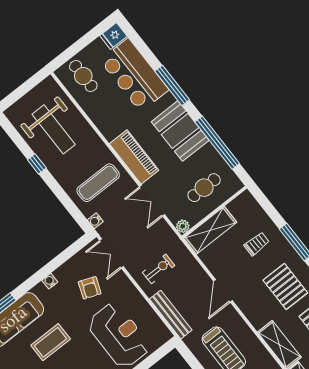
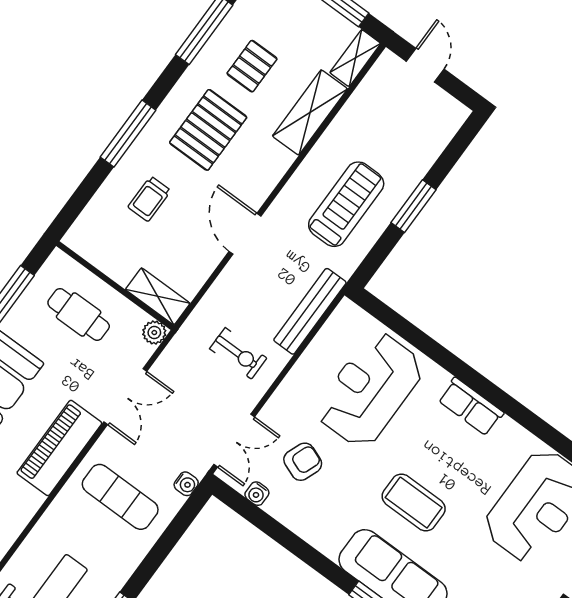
shelving: (210, 230) -> (158, 296), width x0.67, depth x0.75
trolley: (257, 244) -> (149, 199), turned -90
exercise bike: (159, 269) -> (238, 353), turned 180
water cooler: (50, 281) -> (257, 494), moved
door: (223, 291) -> (245, 234), swing flipped

